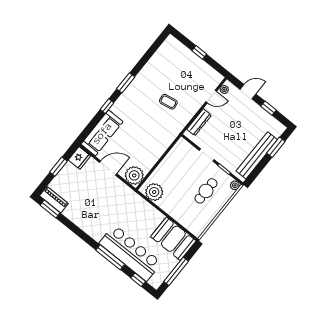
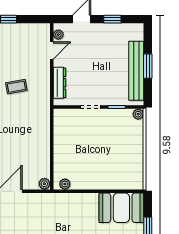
window: (276, 147) -> (148, 66), moved
plant: (134, 175) -> (44, 184), width x0.53, depth x0.53
cafe table: (206, 191) -> (116, 140), removed
plant: (154, 192) -> (65, 184), width x0.53, depth x0.53

